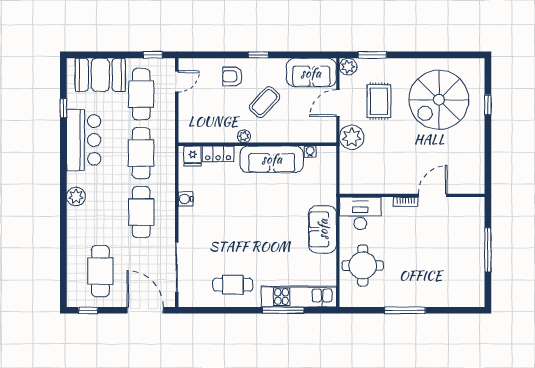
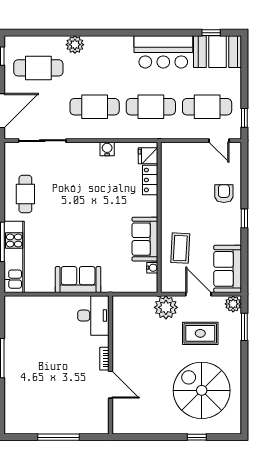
booth: (100, 75) -> (218, 52), moved, turned 90
coffee table: (265, 102) -> (180, 248), moved, turned 50
window: (63, 108) -> (211, 33), moved
plant: (244, 136) -> (167, 205), removed
sofa: (272, 159) -> (145, 239), width x0.73
plant: (76, 196) -> (75, 45), moved
round table: (363, 266) -> (44, 318), removed

